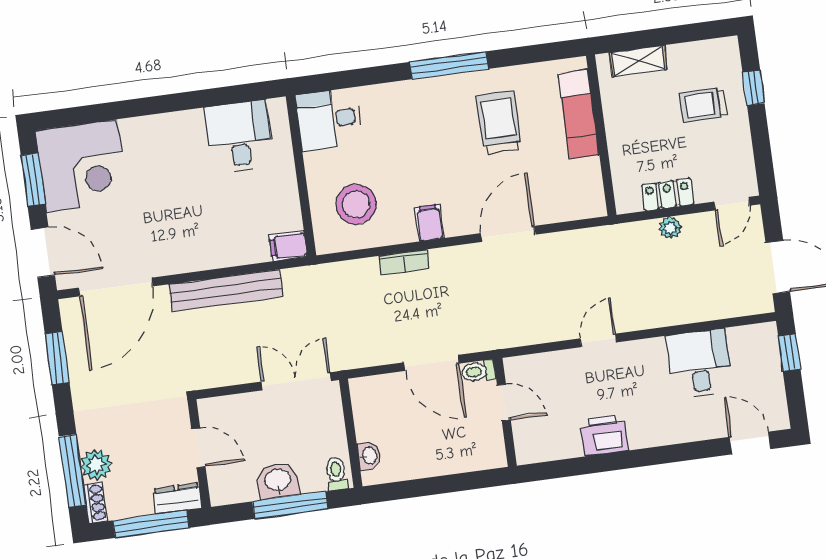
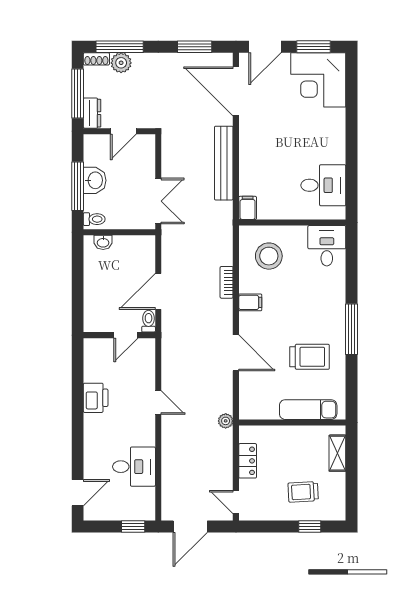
trolley: (703, 105) -> (303, 492), turned -93
plant: (670, 228) -> (226, 421), moved

